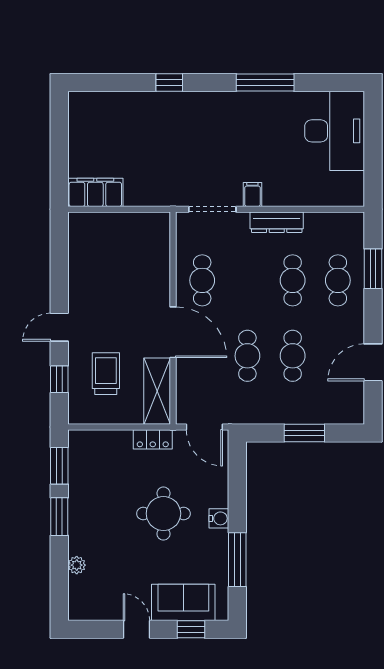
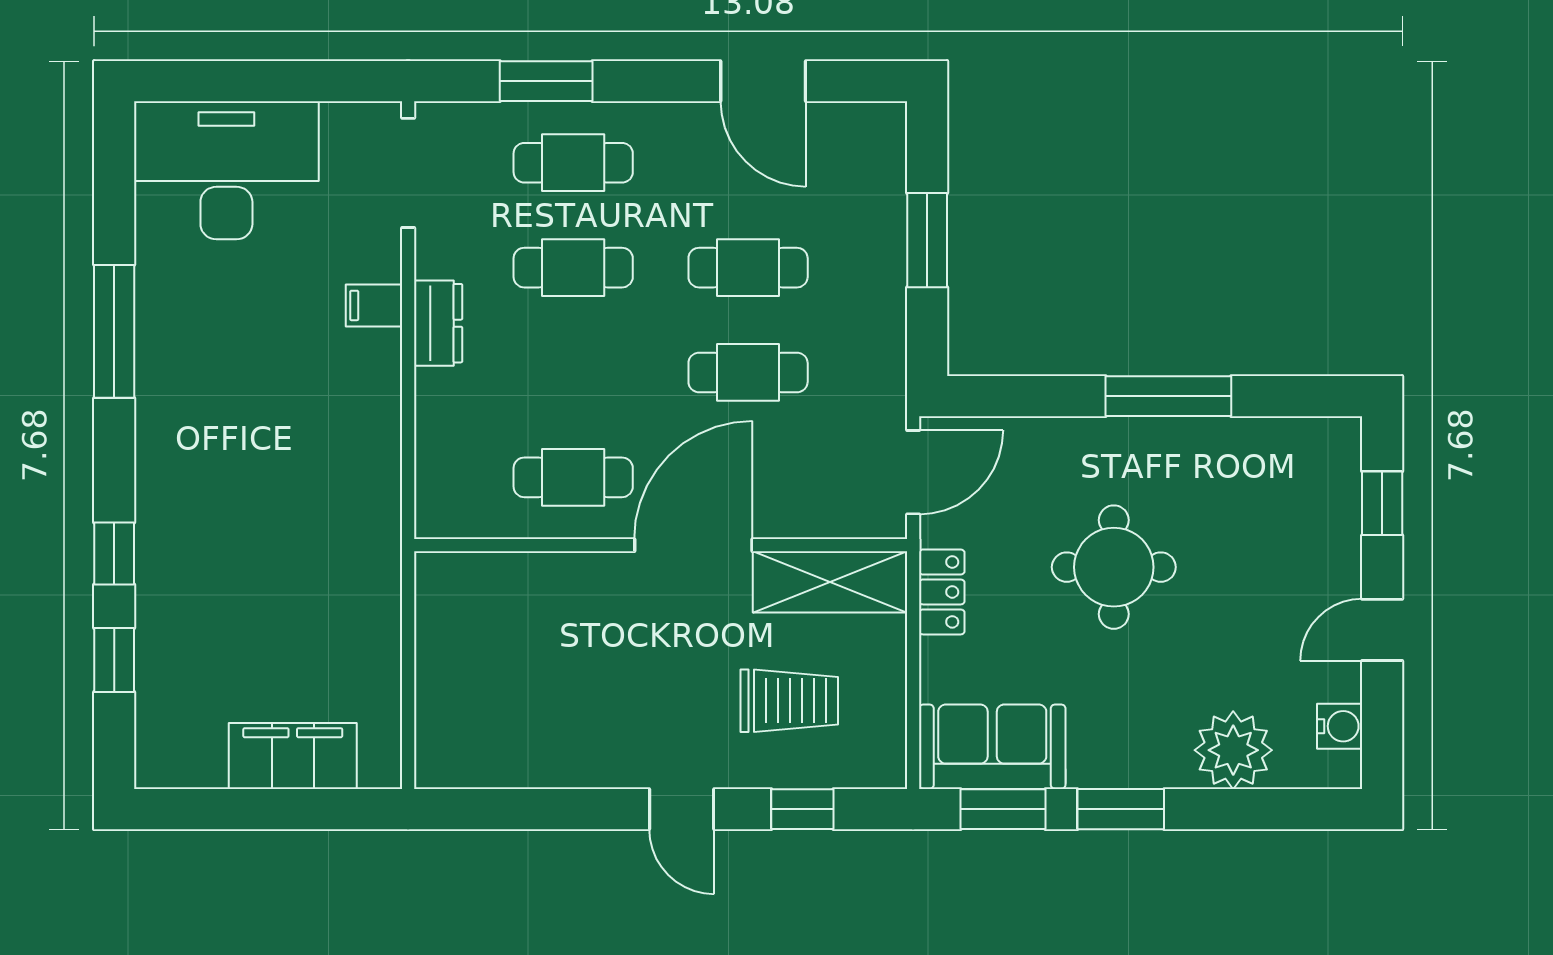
window: (123, 82) -> (114, 660), added
filing cabinet: (95, 192) -> (293, 756), moved, turned 90
filing cabinet: (252, 195) -> (374, 305), moved
doorway: (212, 209) -> (408, 173), moved
dresser: (277, 222) -> (438, 323), width x0.70
trolley: (106, 374) -> (789, 701), turned 180
water cooler: (219, 518) -> (1340, 726), moved, turned 90
window: (237, 560) -> (1168, 396), moved
plant: (77, 565) -> (1233, 750), width x1.88, depth x1.88
sofa: (183, 602) -> (992, 747), moved, turned 90

